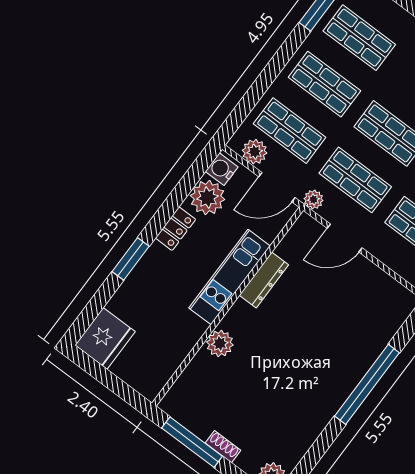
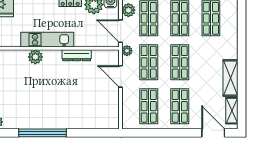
kitchen unit: (230, 277) -> (47, 40), moved
window: (367, 384) -> (43, 133), moved

